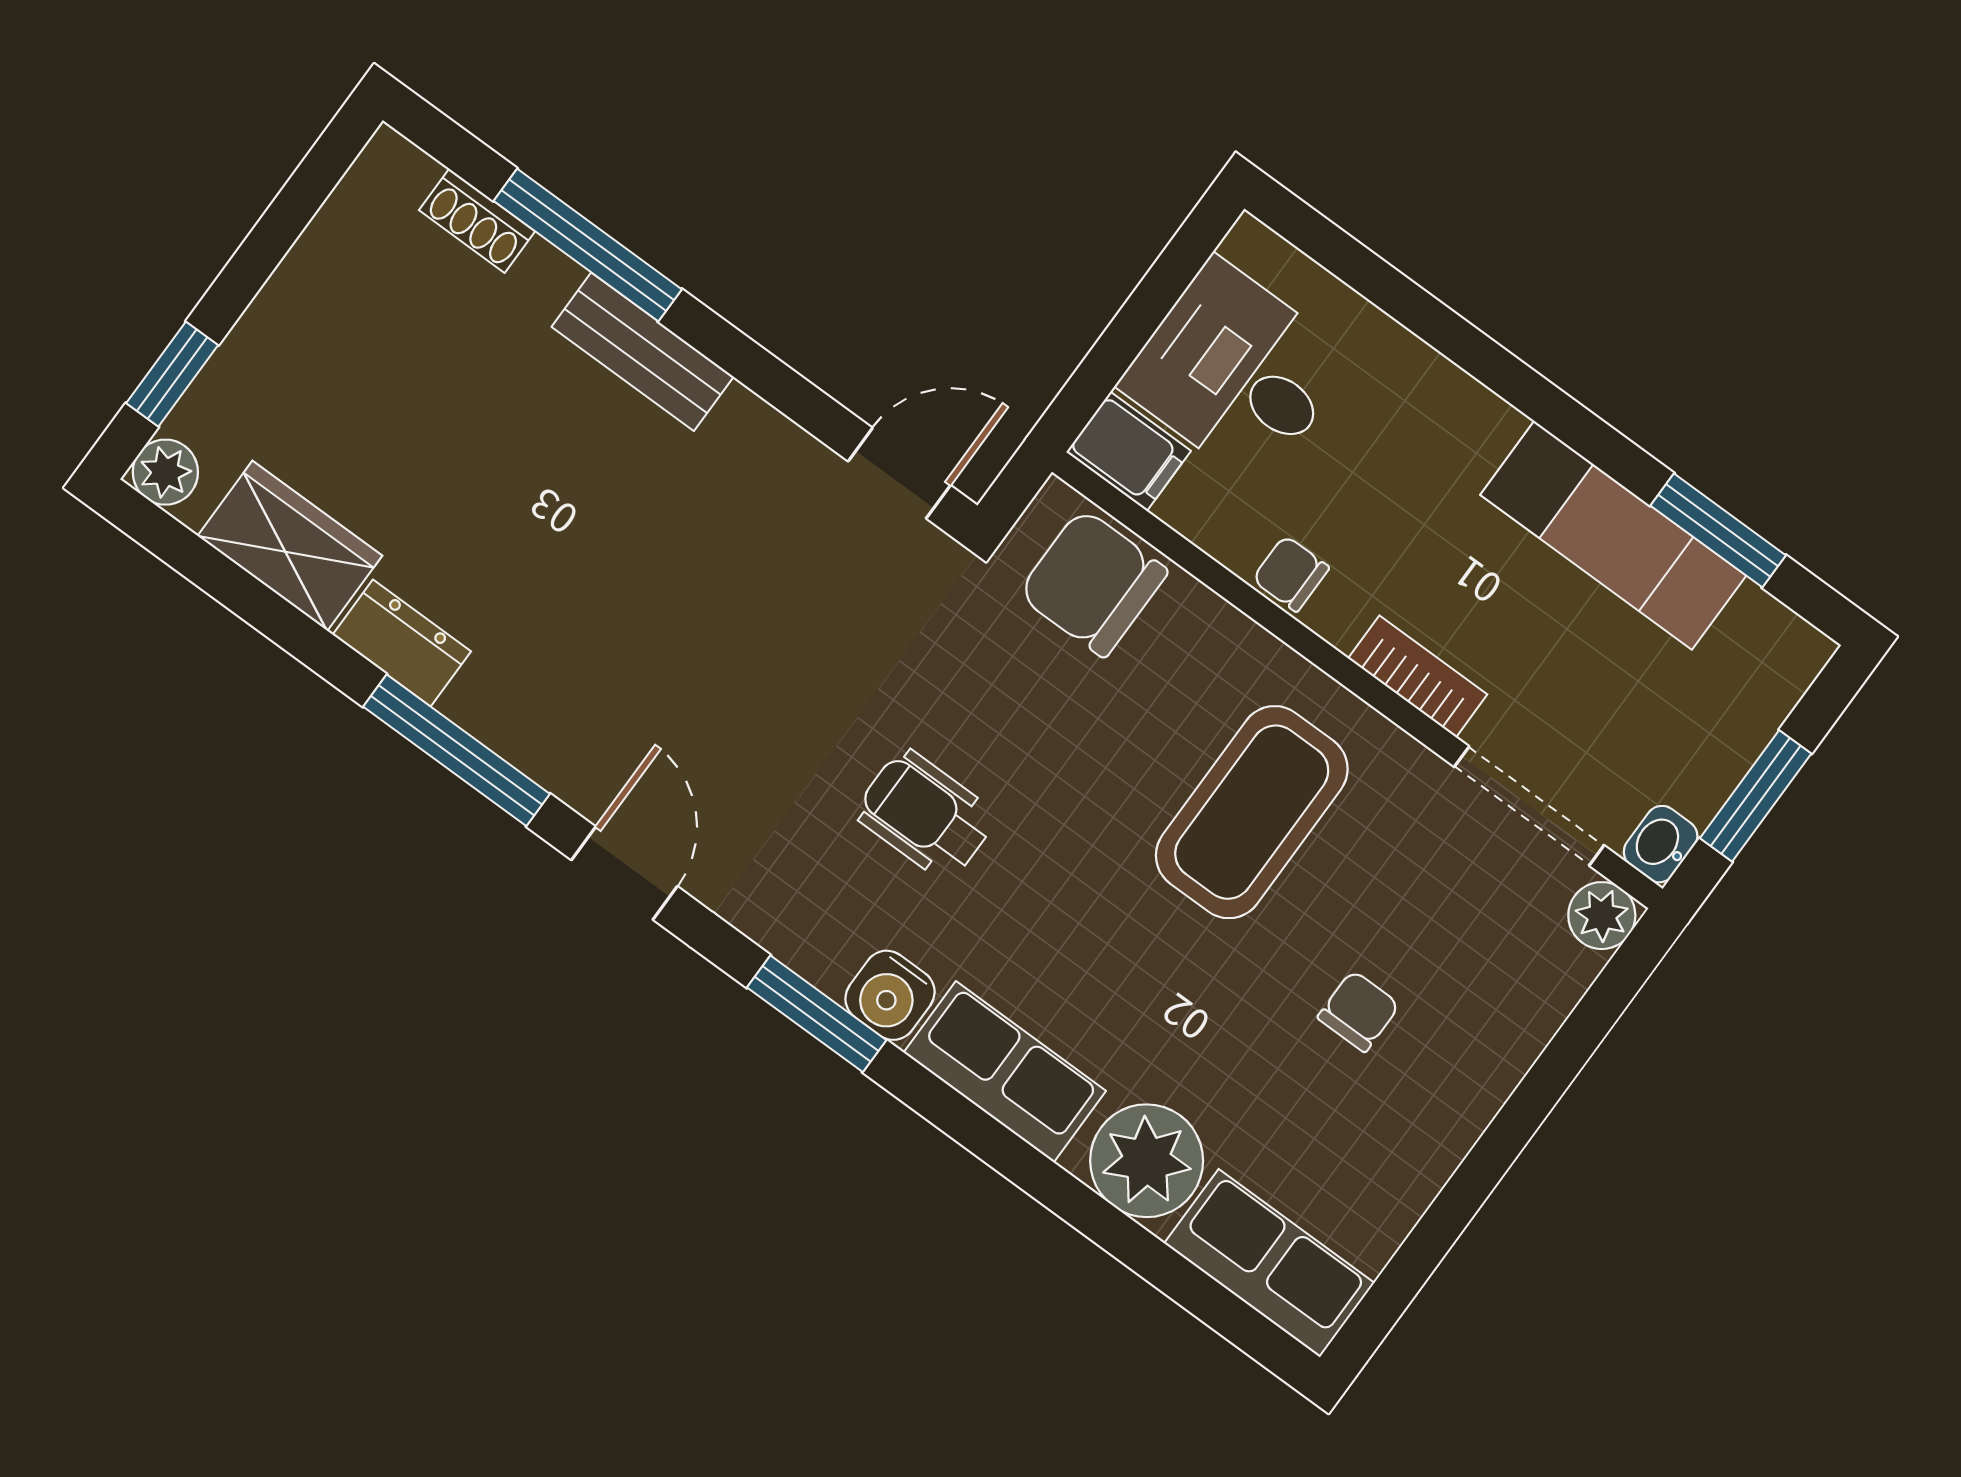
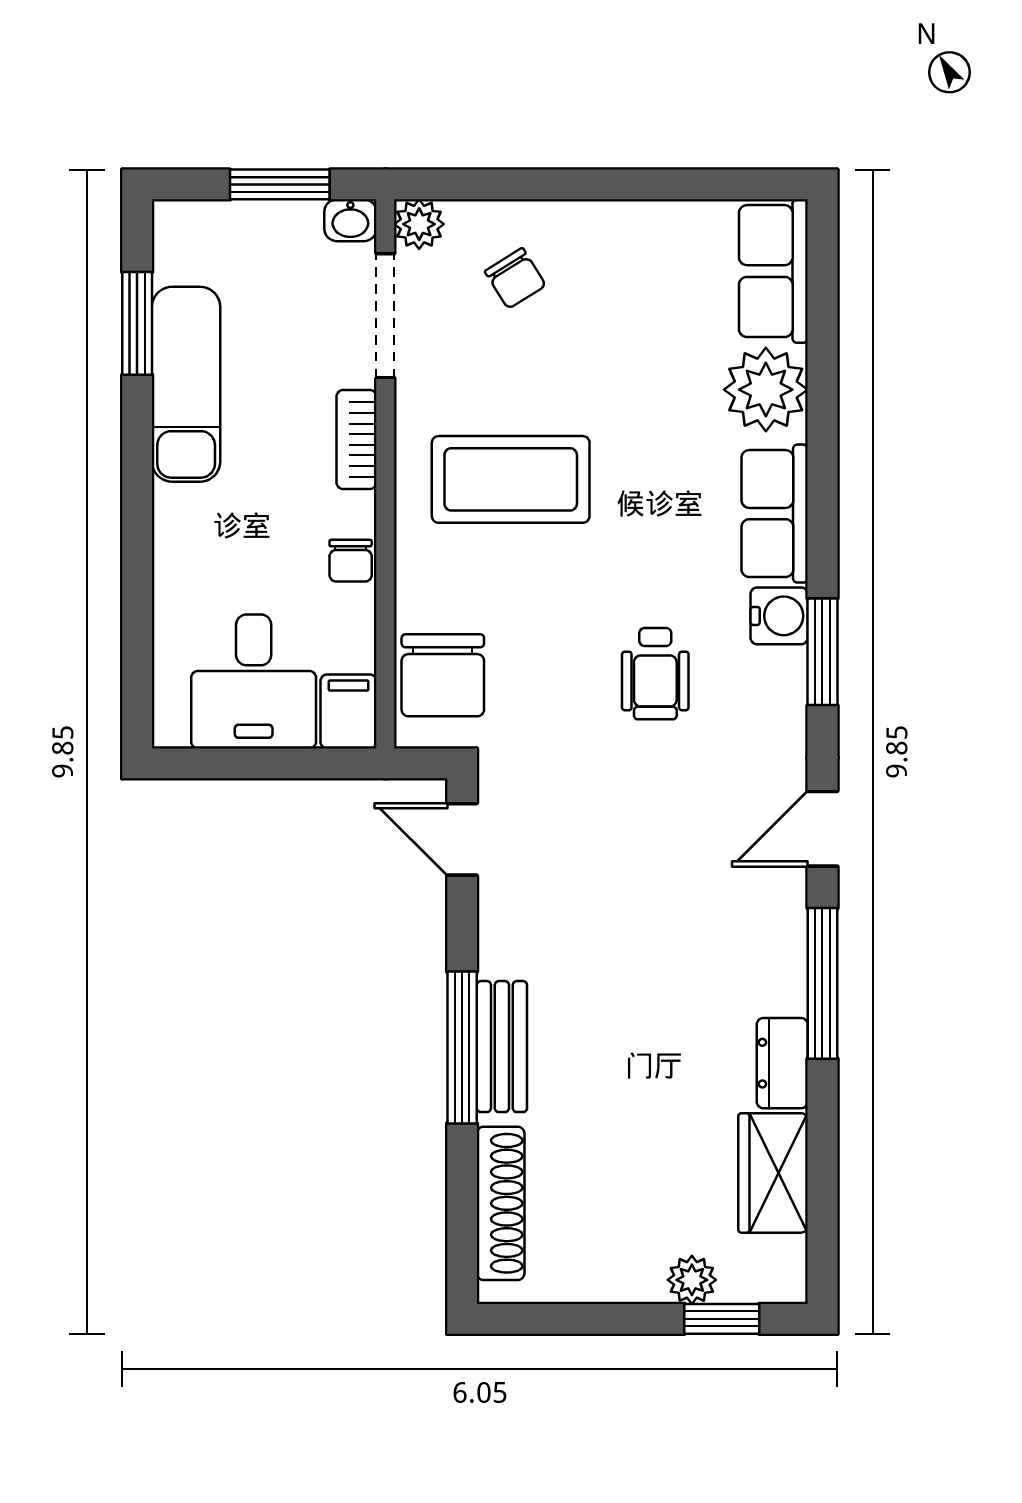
shoe rack: (477, 221) -> (501, 1203), width x1.94, depth x1.24
window: (588, 245) -> (462, 1048), moved
plant: (165, 472) -> (692, 1280), moved
chair: (1359, 1011) -> (515, 278), moved, turned -122

